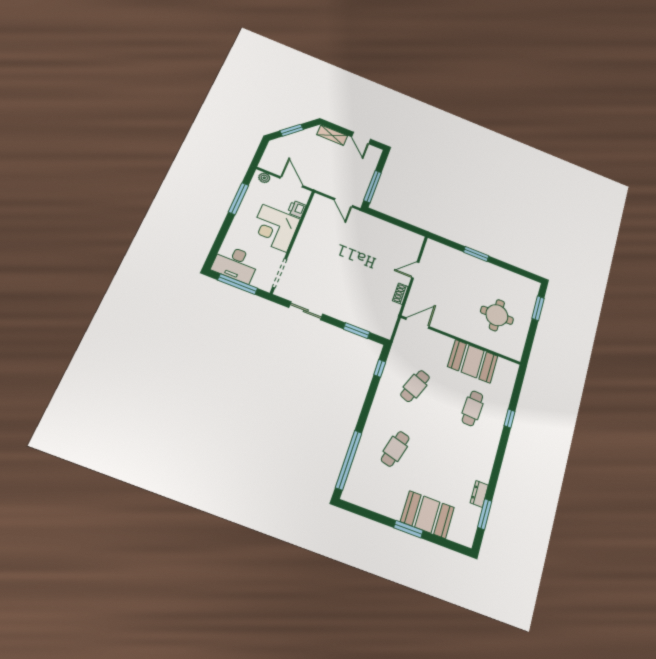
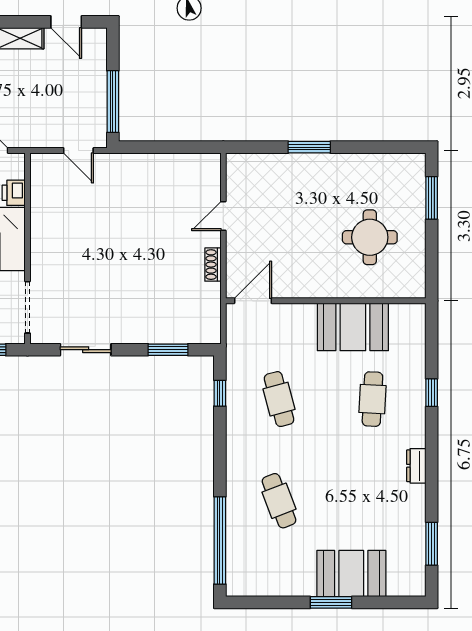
cafe table: (415, 386) -> (279, 399), turned -36
cafe table: (395, 449) -> (279, 501), turned -36
dresser: (479, 494) -> (416, 466), moved

